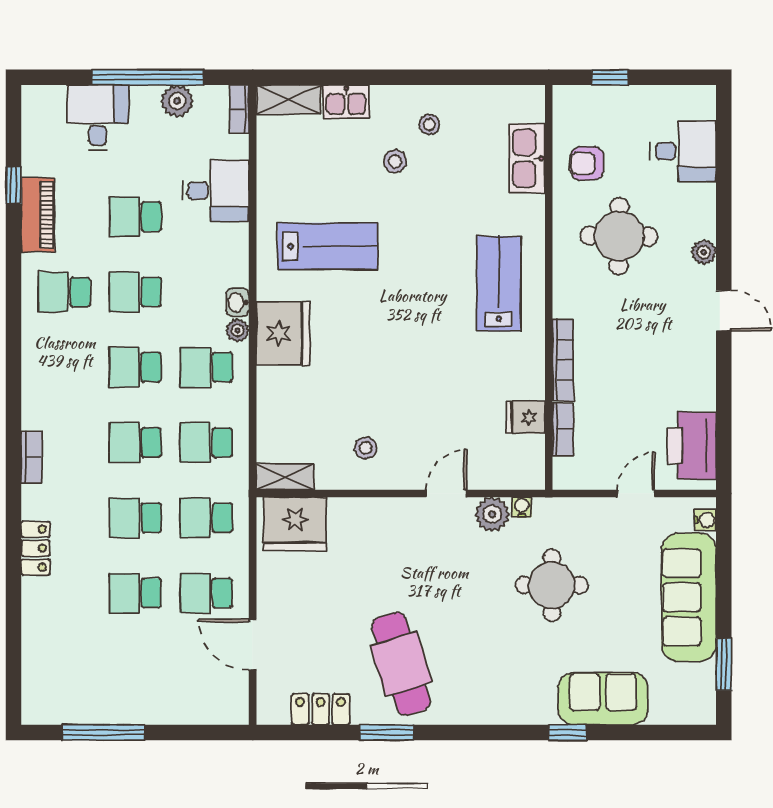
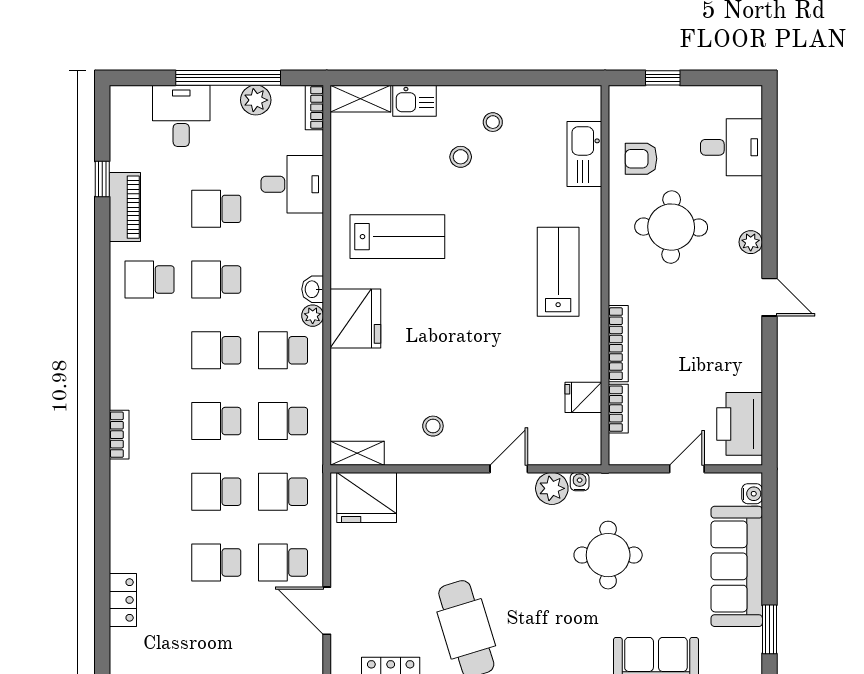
locker: (36, 548) -> (123, 600), moved

